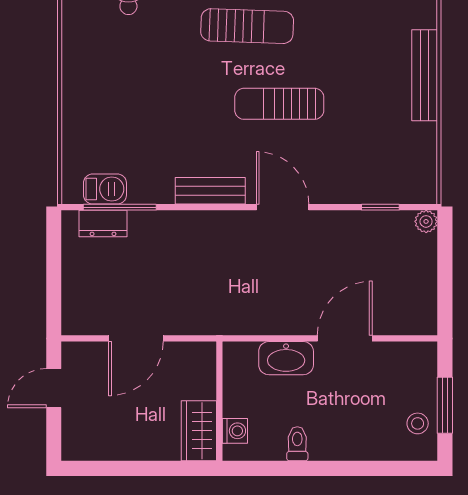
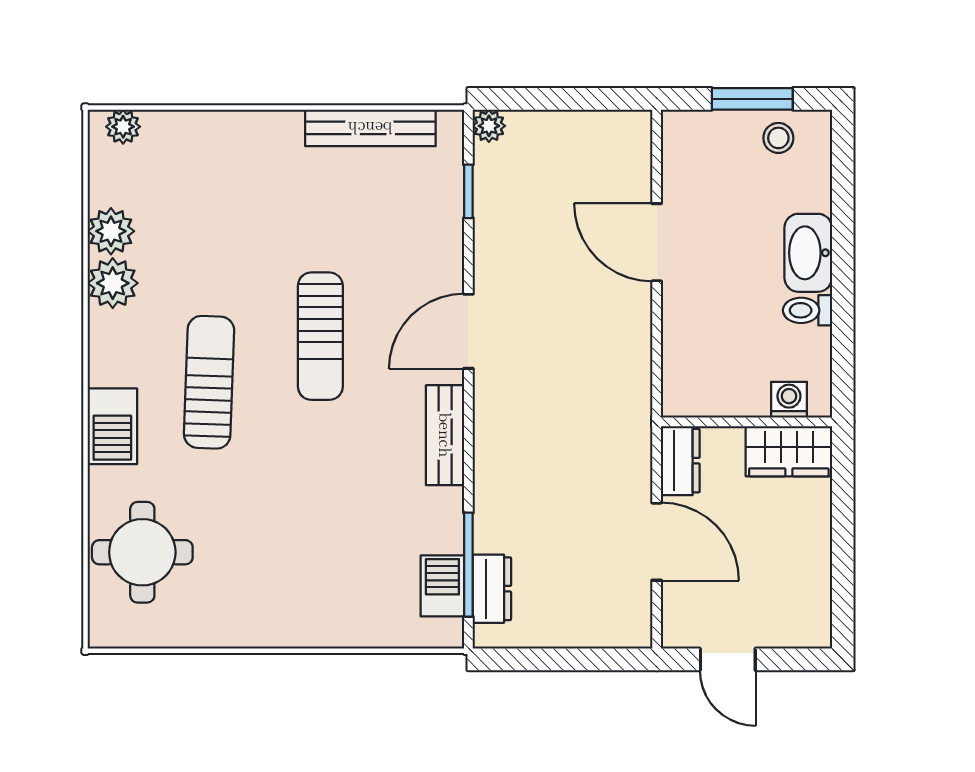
bench: (425, 75) -> (370, 128), moved
dresser: (192, 355) -> (680, 461), added
washbasin: (286, 358) -> (808, 253), moved, turned 180

